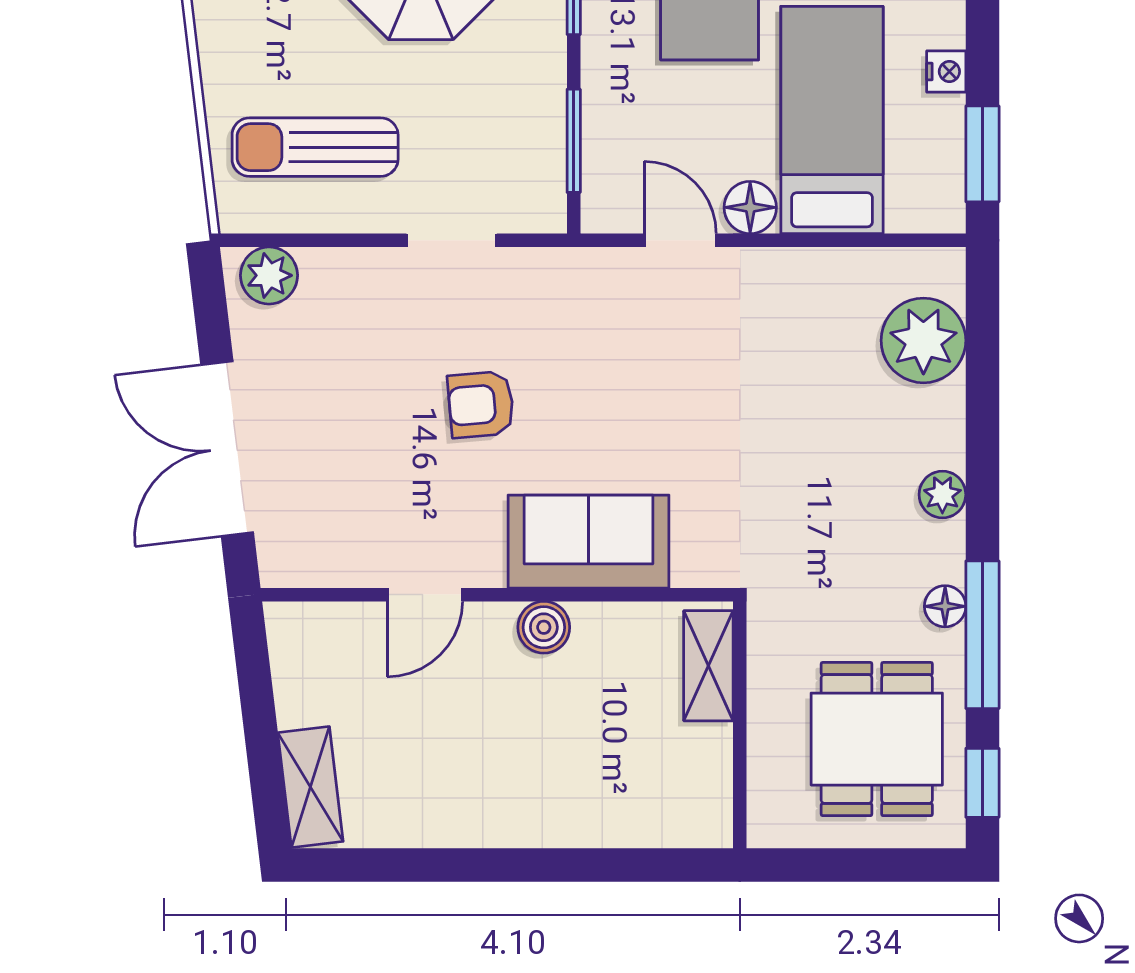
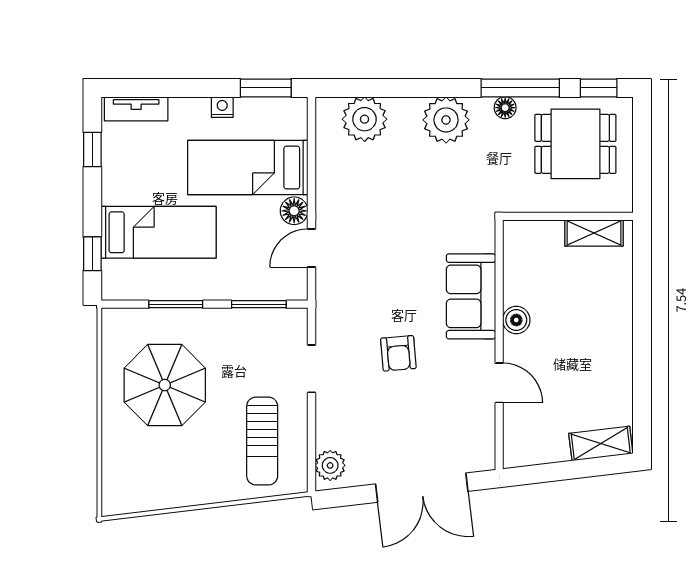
plant: (942, 495) -> (446, 120), width x1.87, depth x1.87
shelving: (708, 666) -> (594, 233), moved

